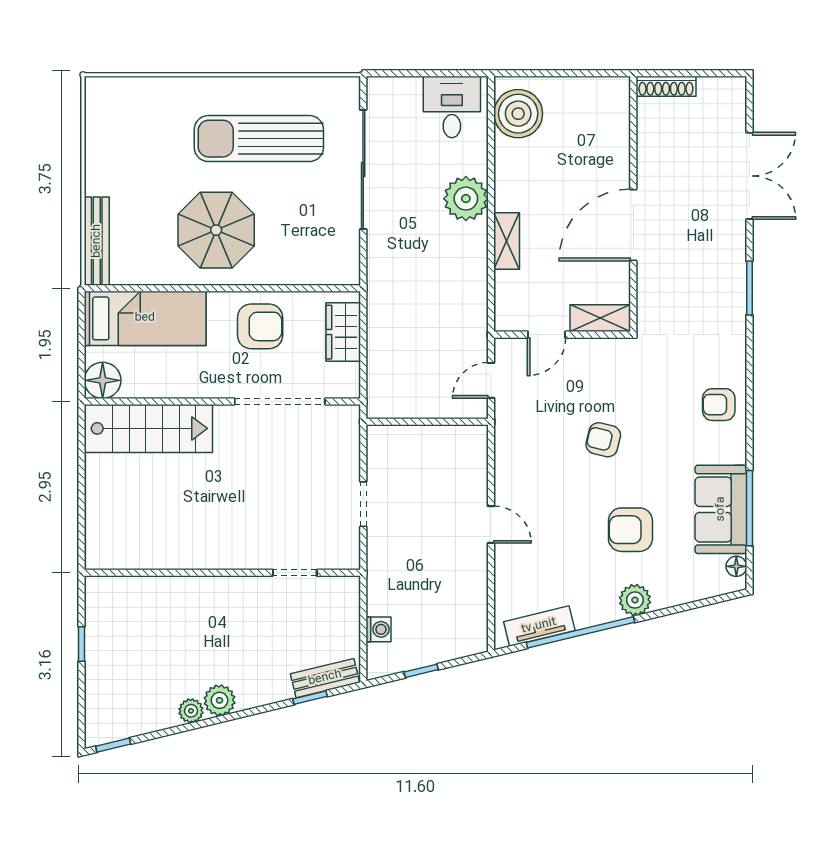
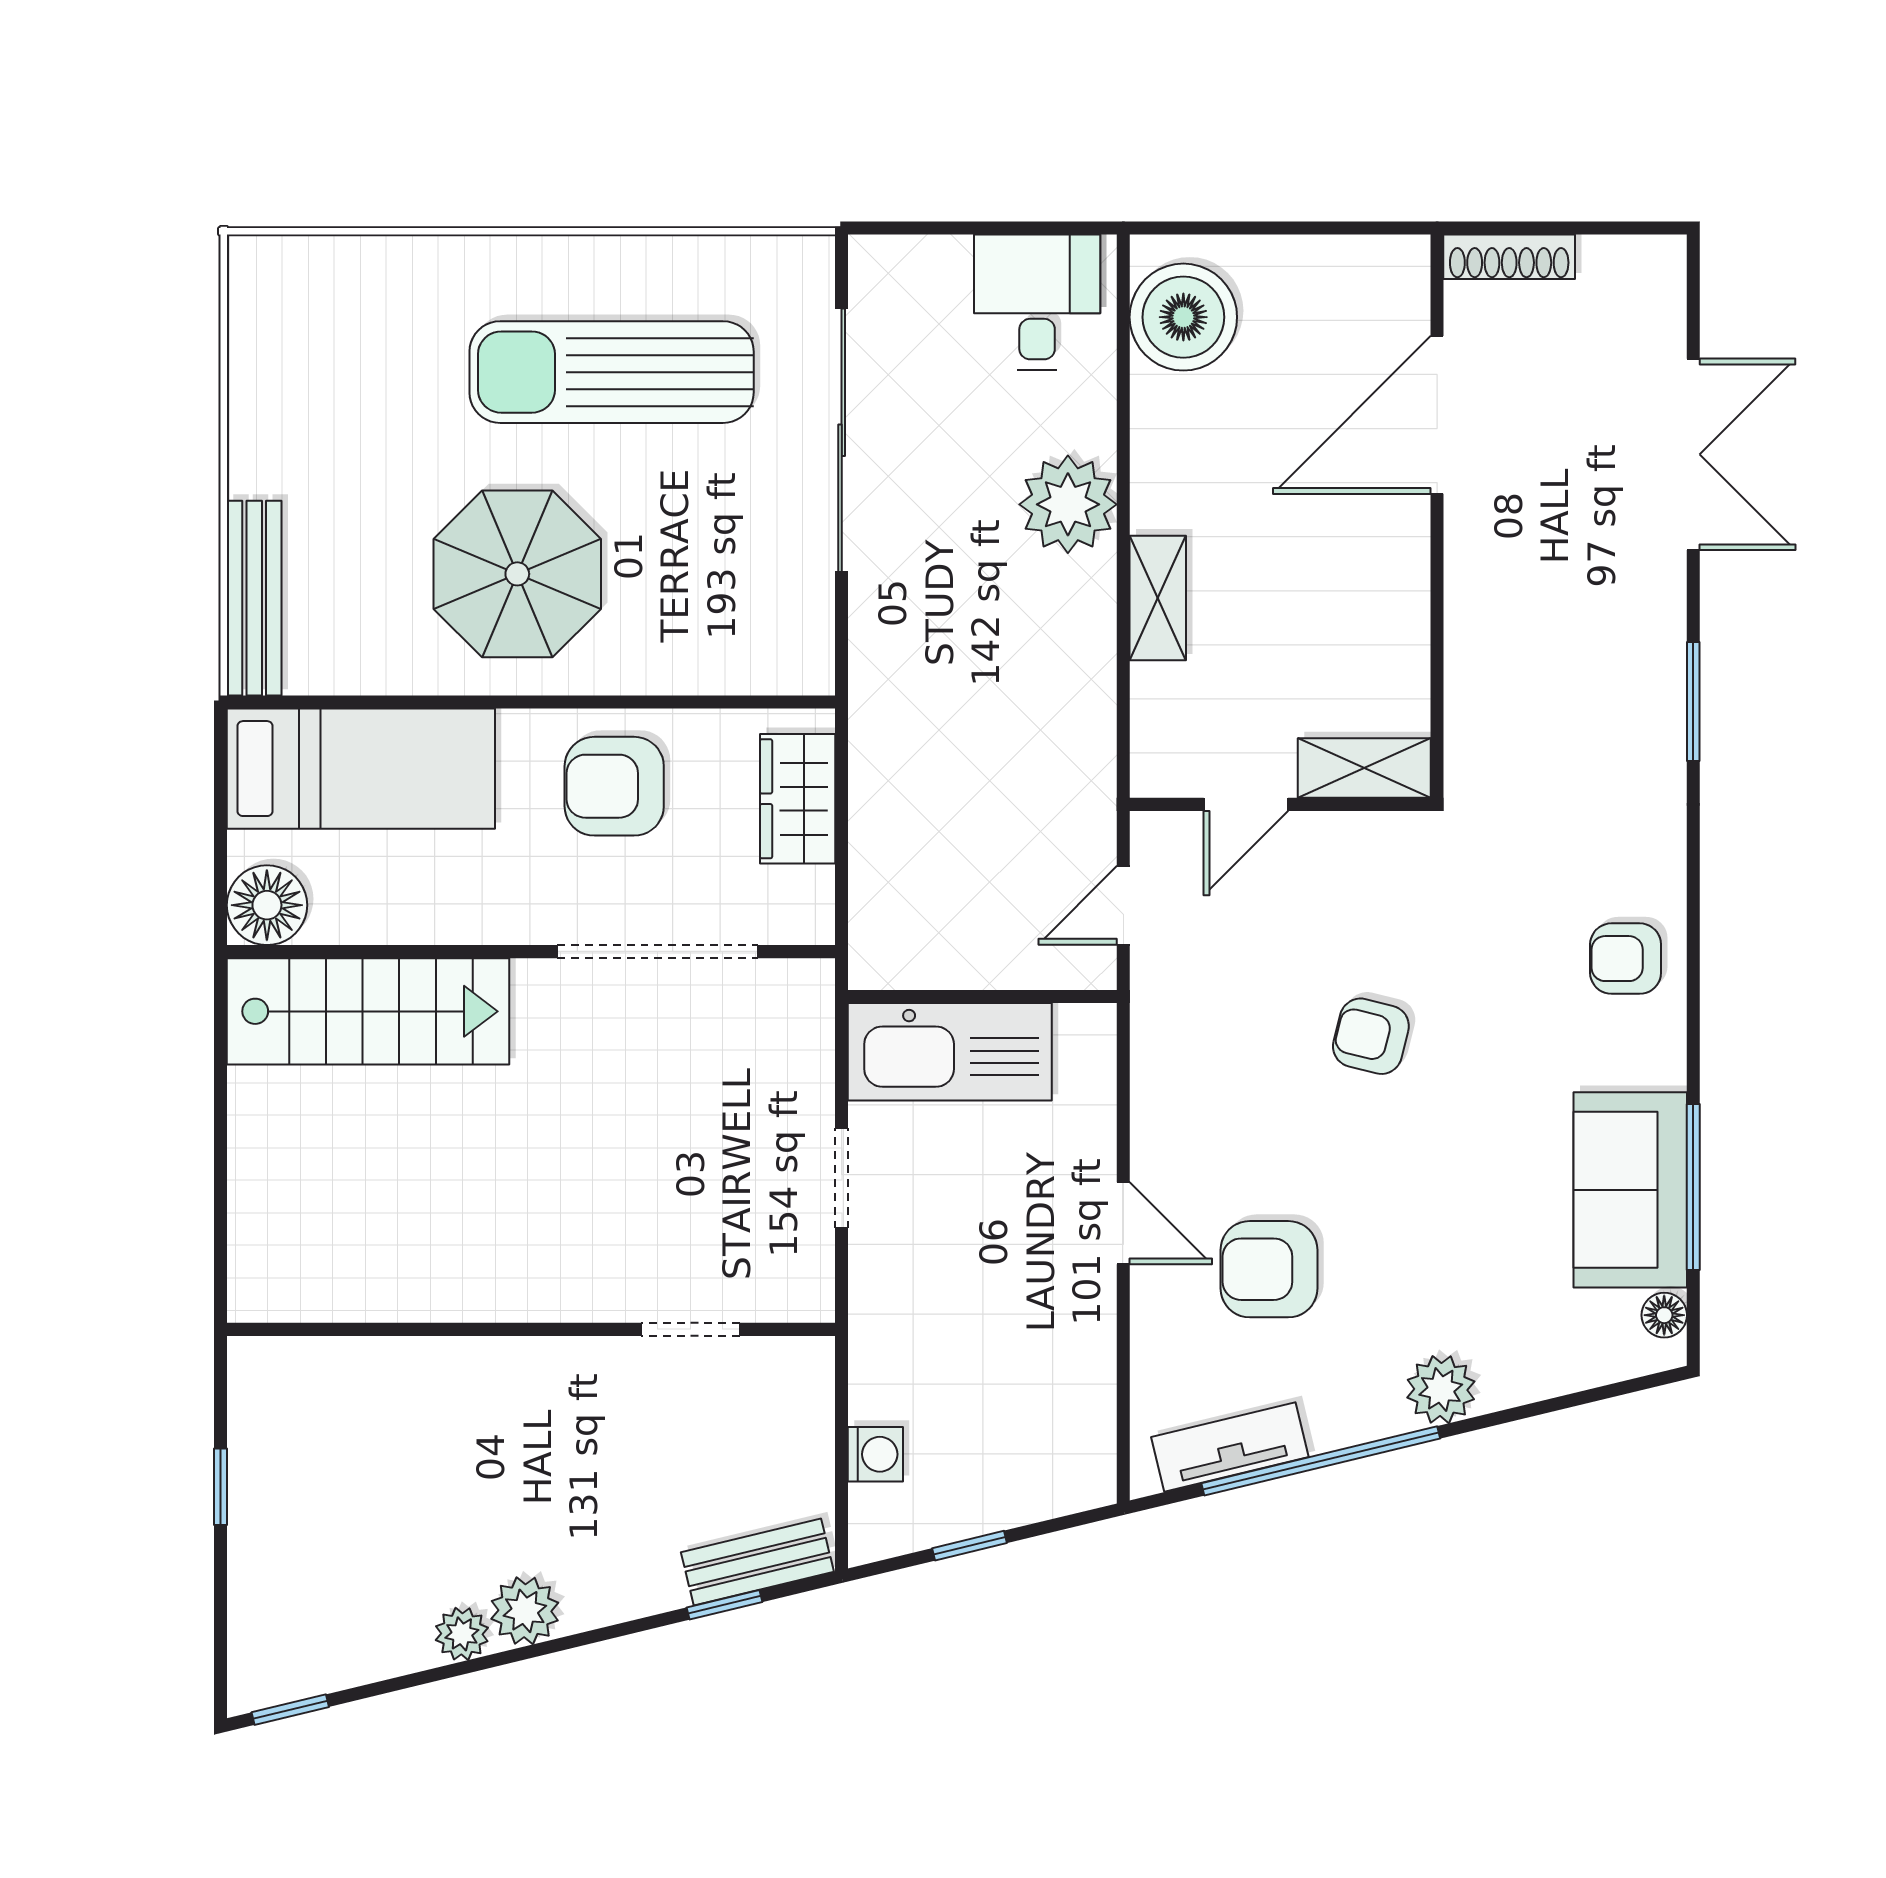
door: (633, 225) -> (1437, 415), moved
armchair: (260, 326) -> (614, 786), turned 180
kitchen sink: (412, 447) -> (950, 1052), added
armchair: (630, 530) -> (1269, 1269), moved

